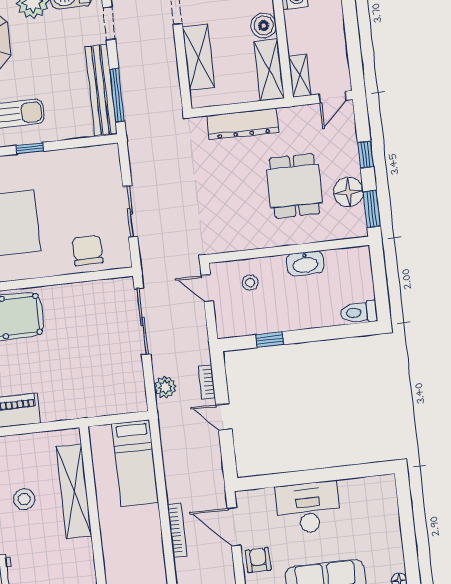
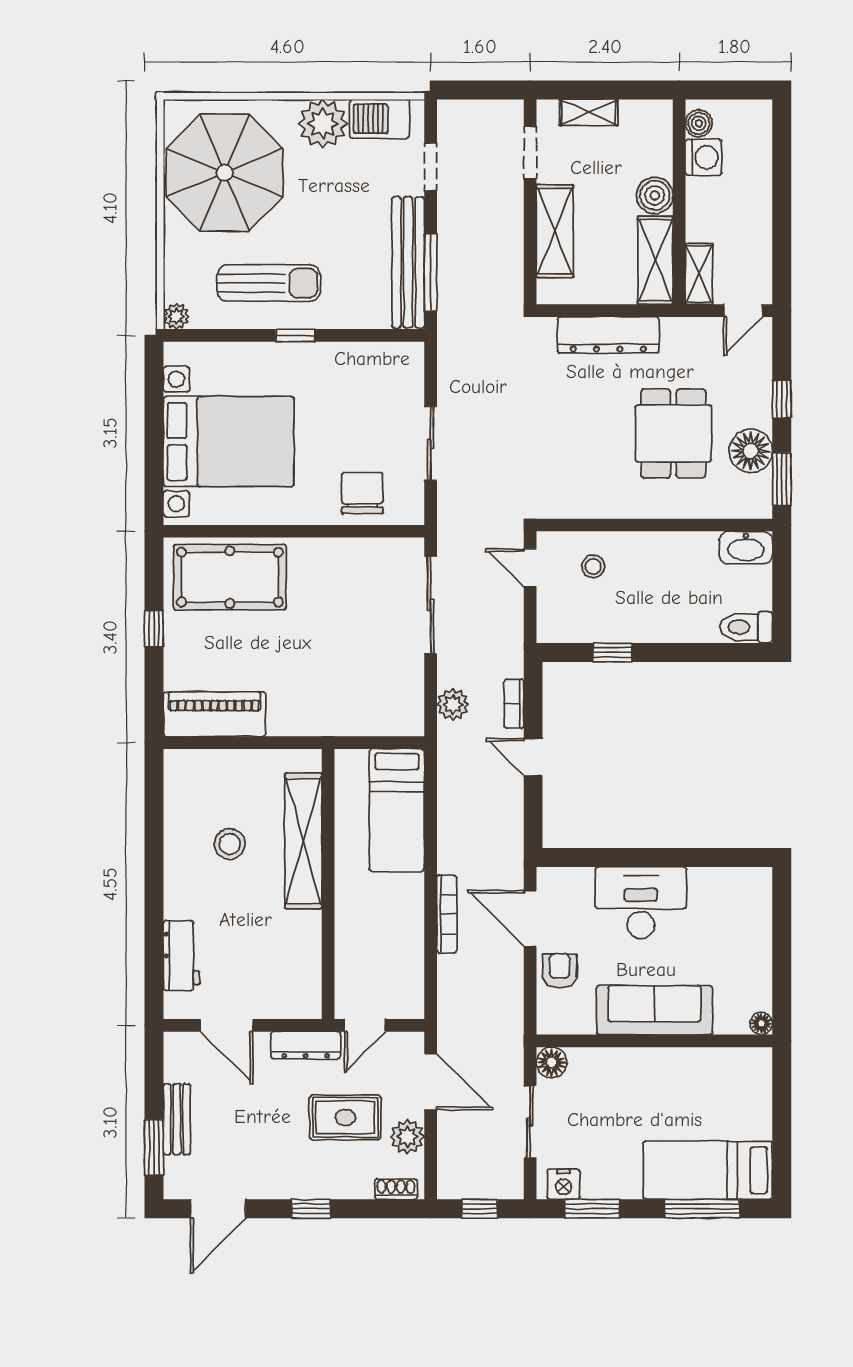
washbasin: (305, 263) -> (746, 547), moved

